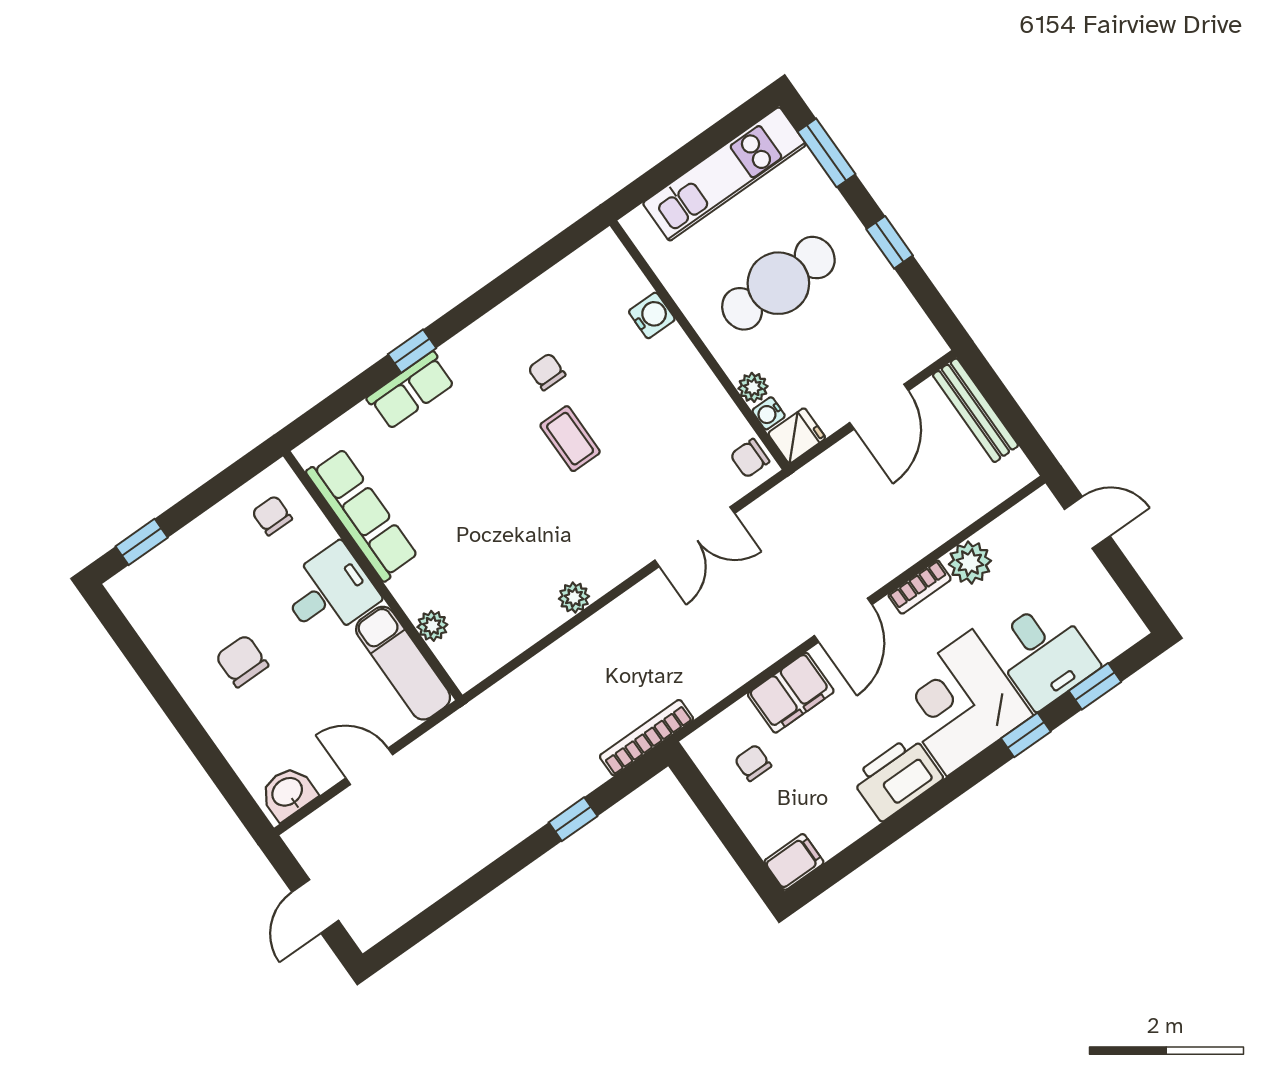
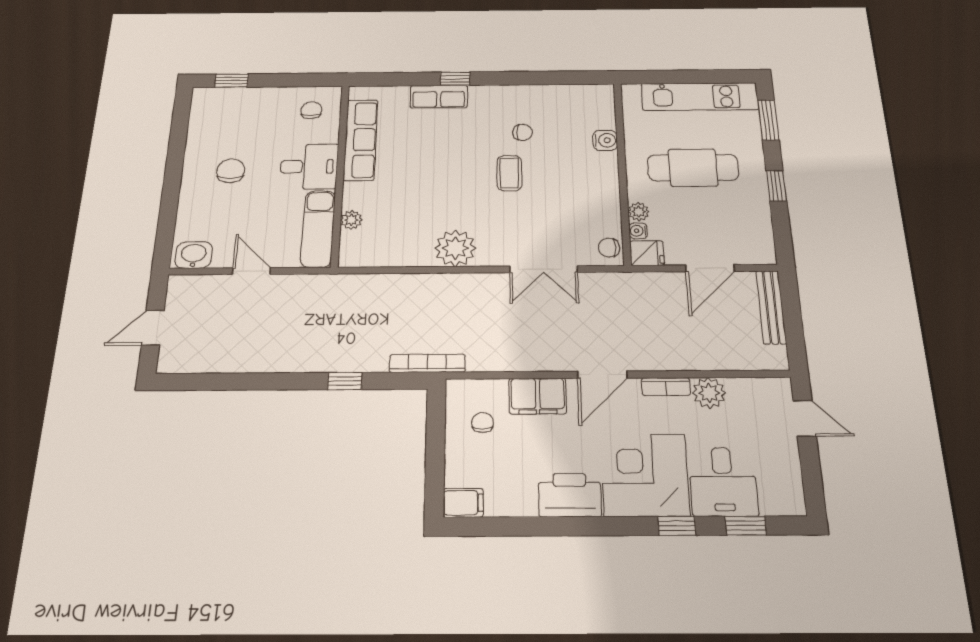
chair: (547, 372) -> (523, 132), turned 90
plant: (574, 598) -> (455, 248), width x1.88, depth x1.88

